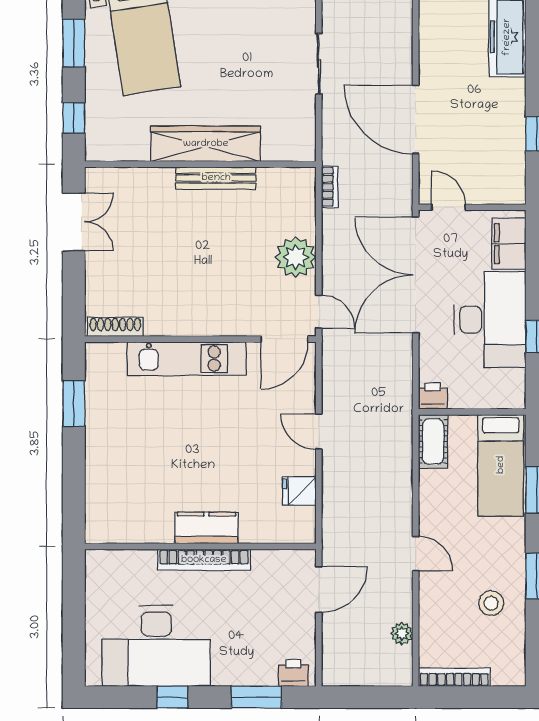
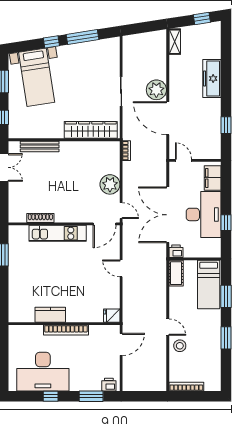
wardrobe: (206, 144) -> (91, 130), moved
bench: (216, 178) -> (40, 146), moved
double door: (416, 275) -> (168, 215), moved
shoe rack: (115, 327) -> (40, 218), moved
fridge: (299, 491) -> (112, 316), moved
kitchen counter: (206, 528) -> (50, 315), moved
stool: (491, 603) -> (180, 346), moved
plant: (402, 634) -> (156, 90), moved, width x1.87, depth x1.87

